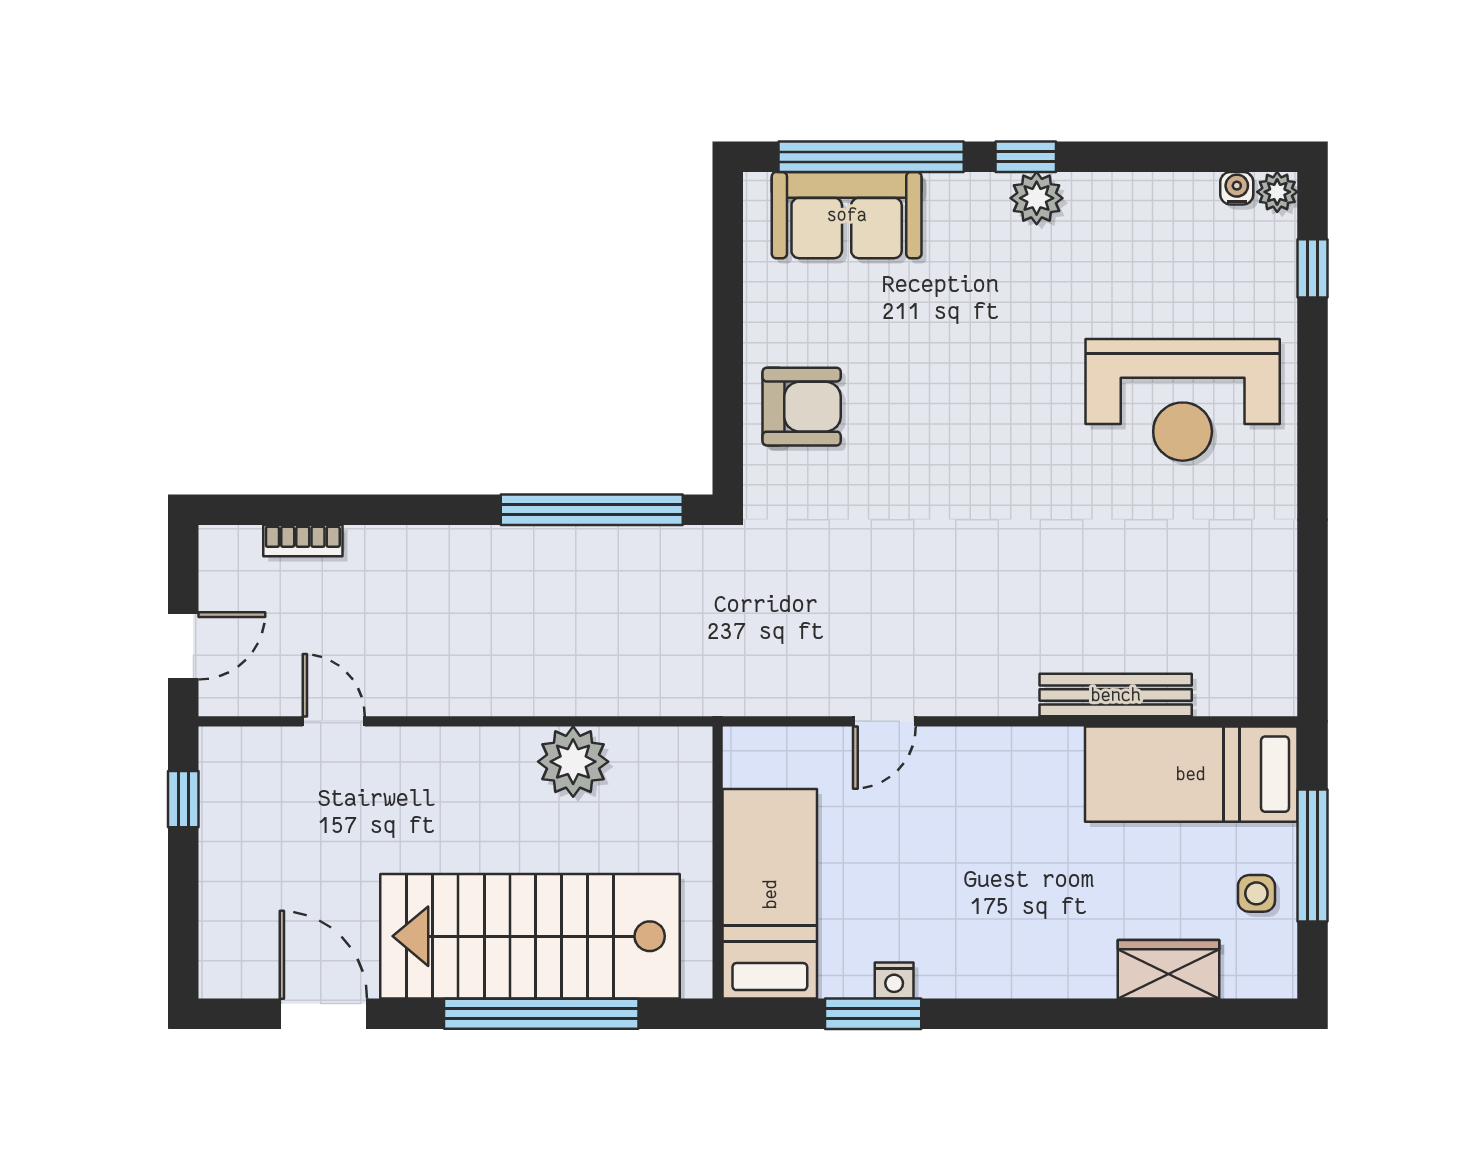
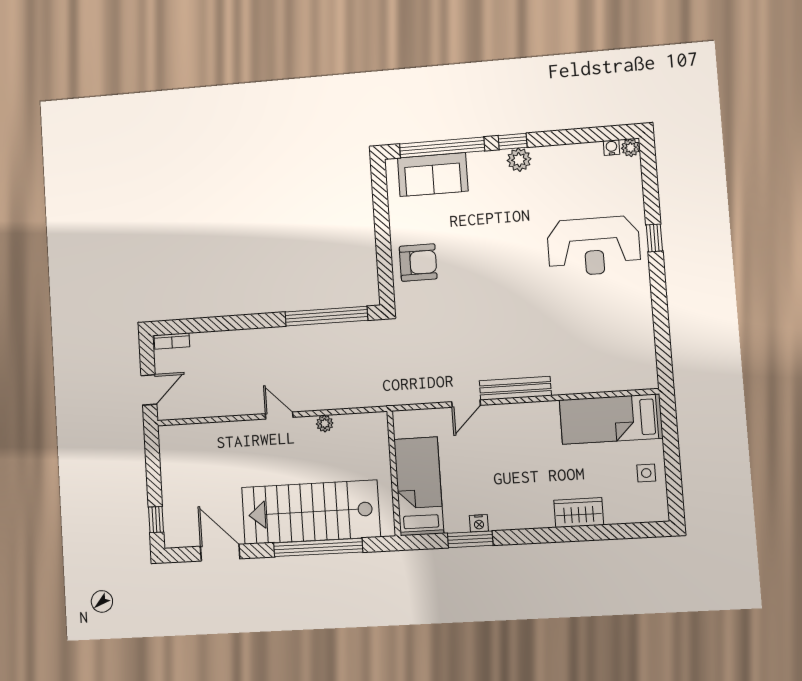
window: (1312, 268) -> (654, 238), moved
bookcase: (303, 541) -> (172, 341), moved
bench: (1116, 695) -> (515, 388), moved
door: (334, 721) -> (279, 416), moved
plant: (573, 762) -> (325, 424), width x0.53, depth x0.53
window: (183, 799) -> (156, 520), moved
window: (1312, 856) -> (671, 454), removed
wardrobe: (1168, 969) -> (579, 513), moved

